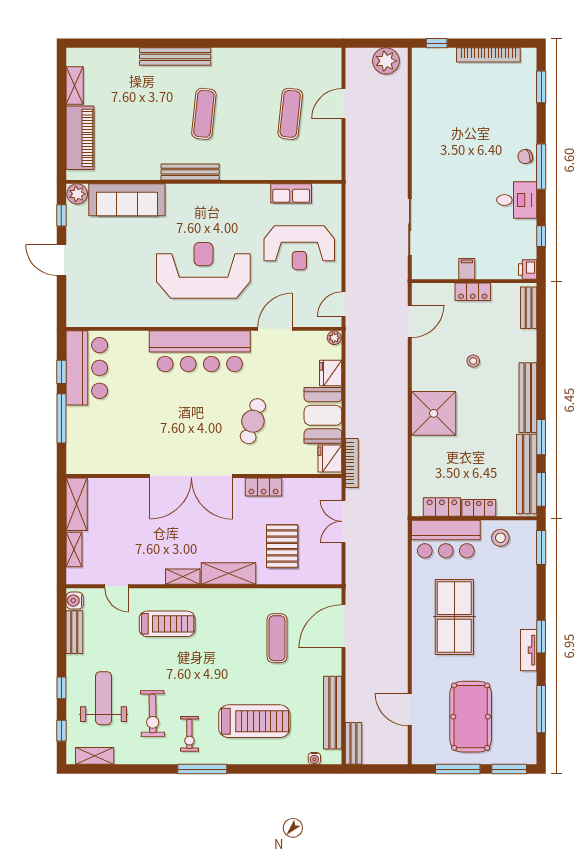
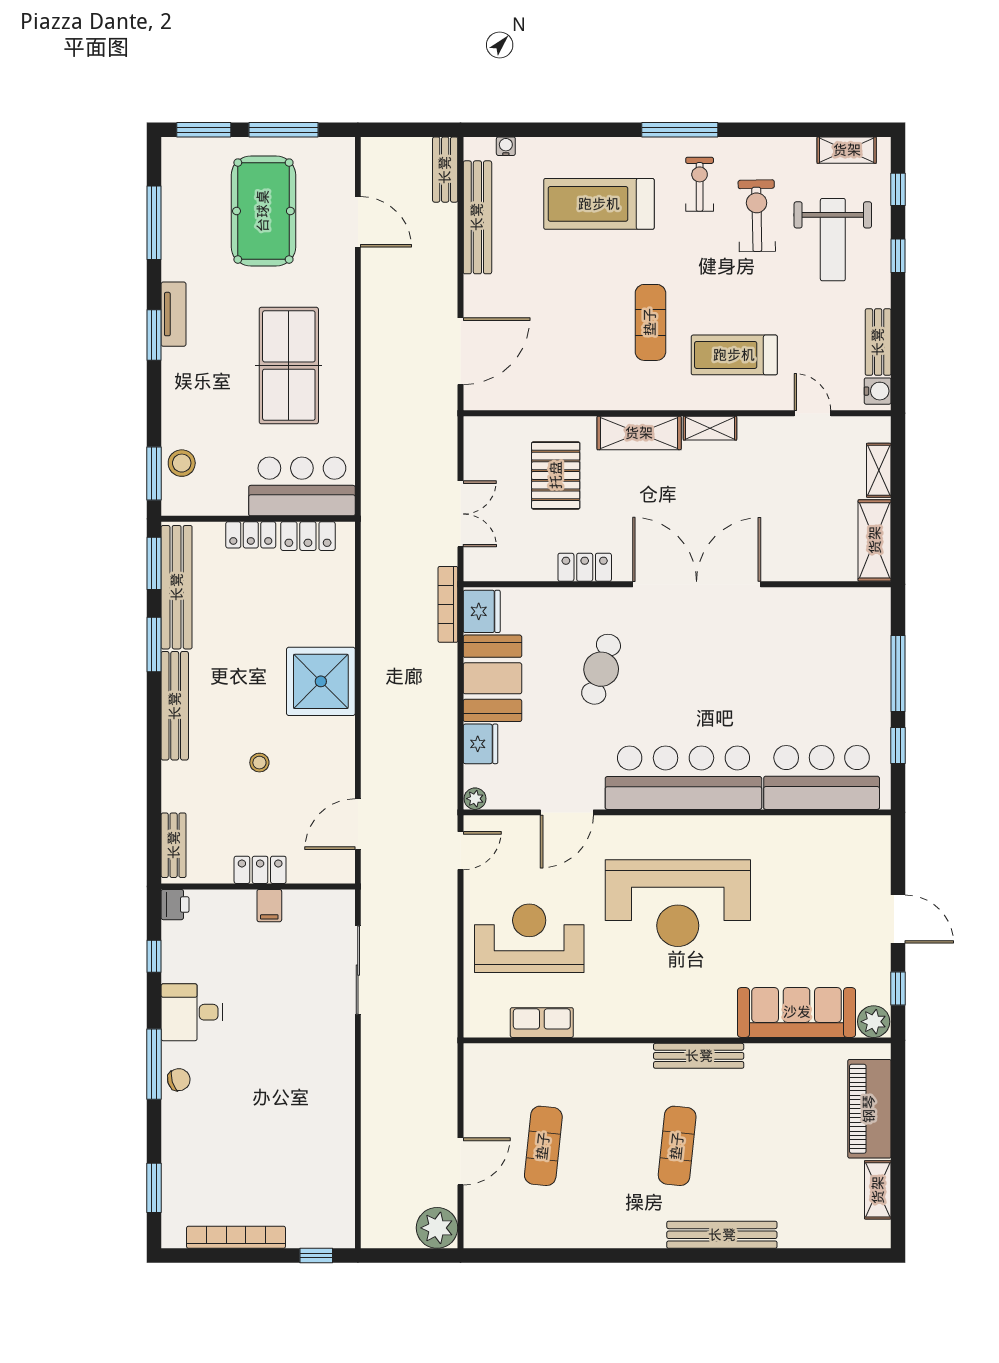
plant: (386, 61) -> (437, 1228), moved
bar counter: (87, 368) -> (822, 777), moved, turned 90
stool: (500, 538) -> (182, 463), moved
exercise mat: (277, 638) -> (650, 322), moved

